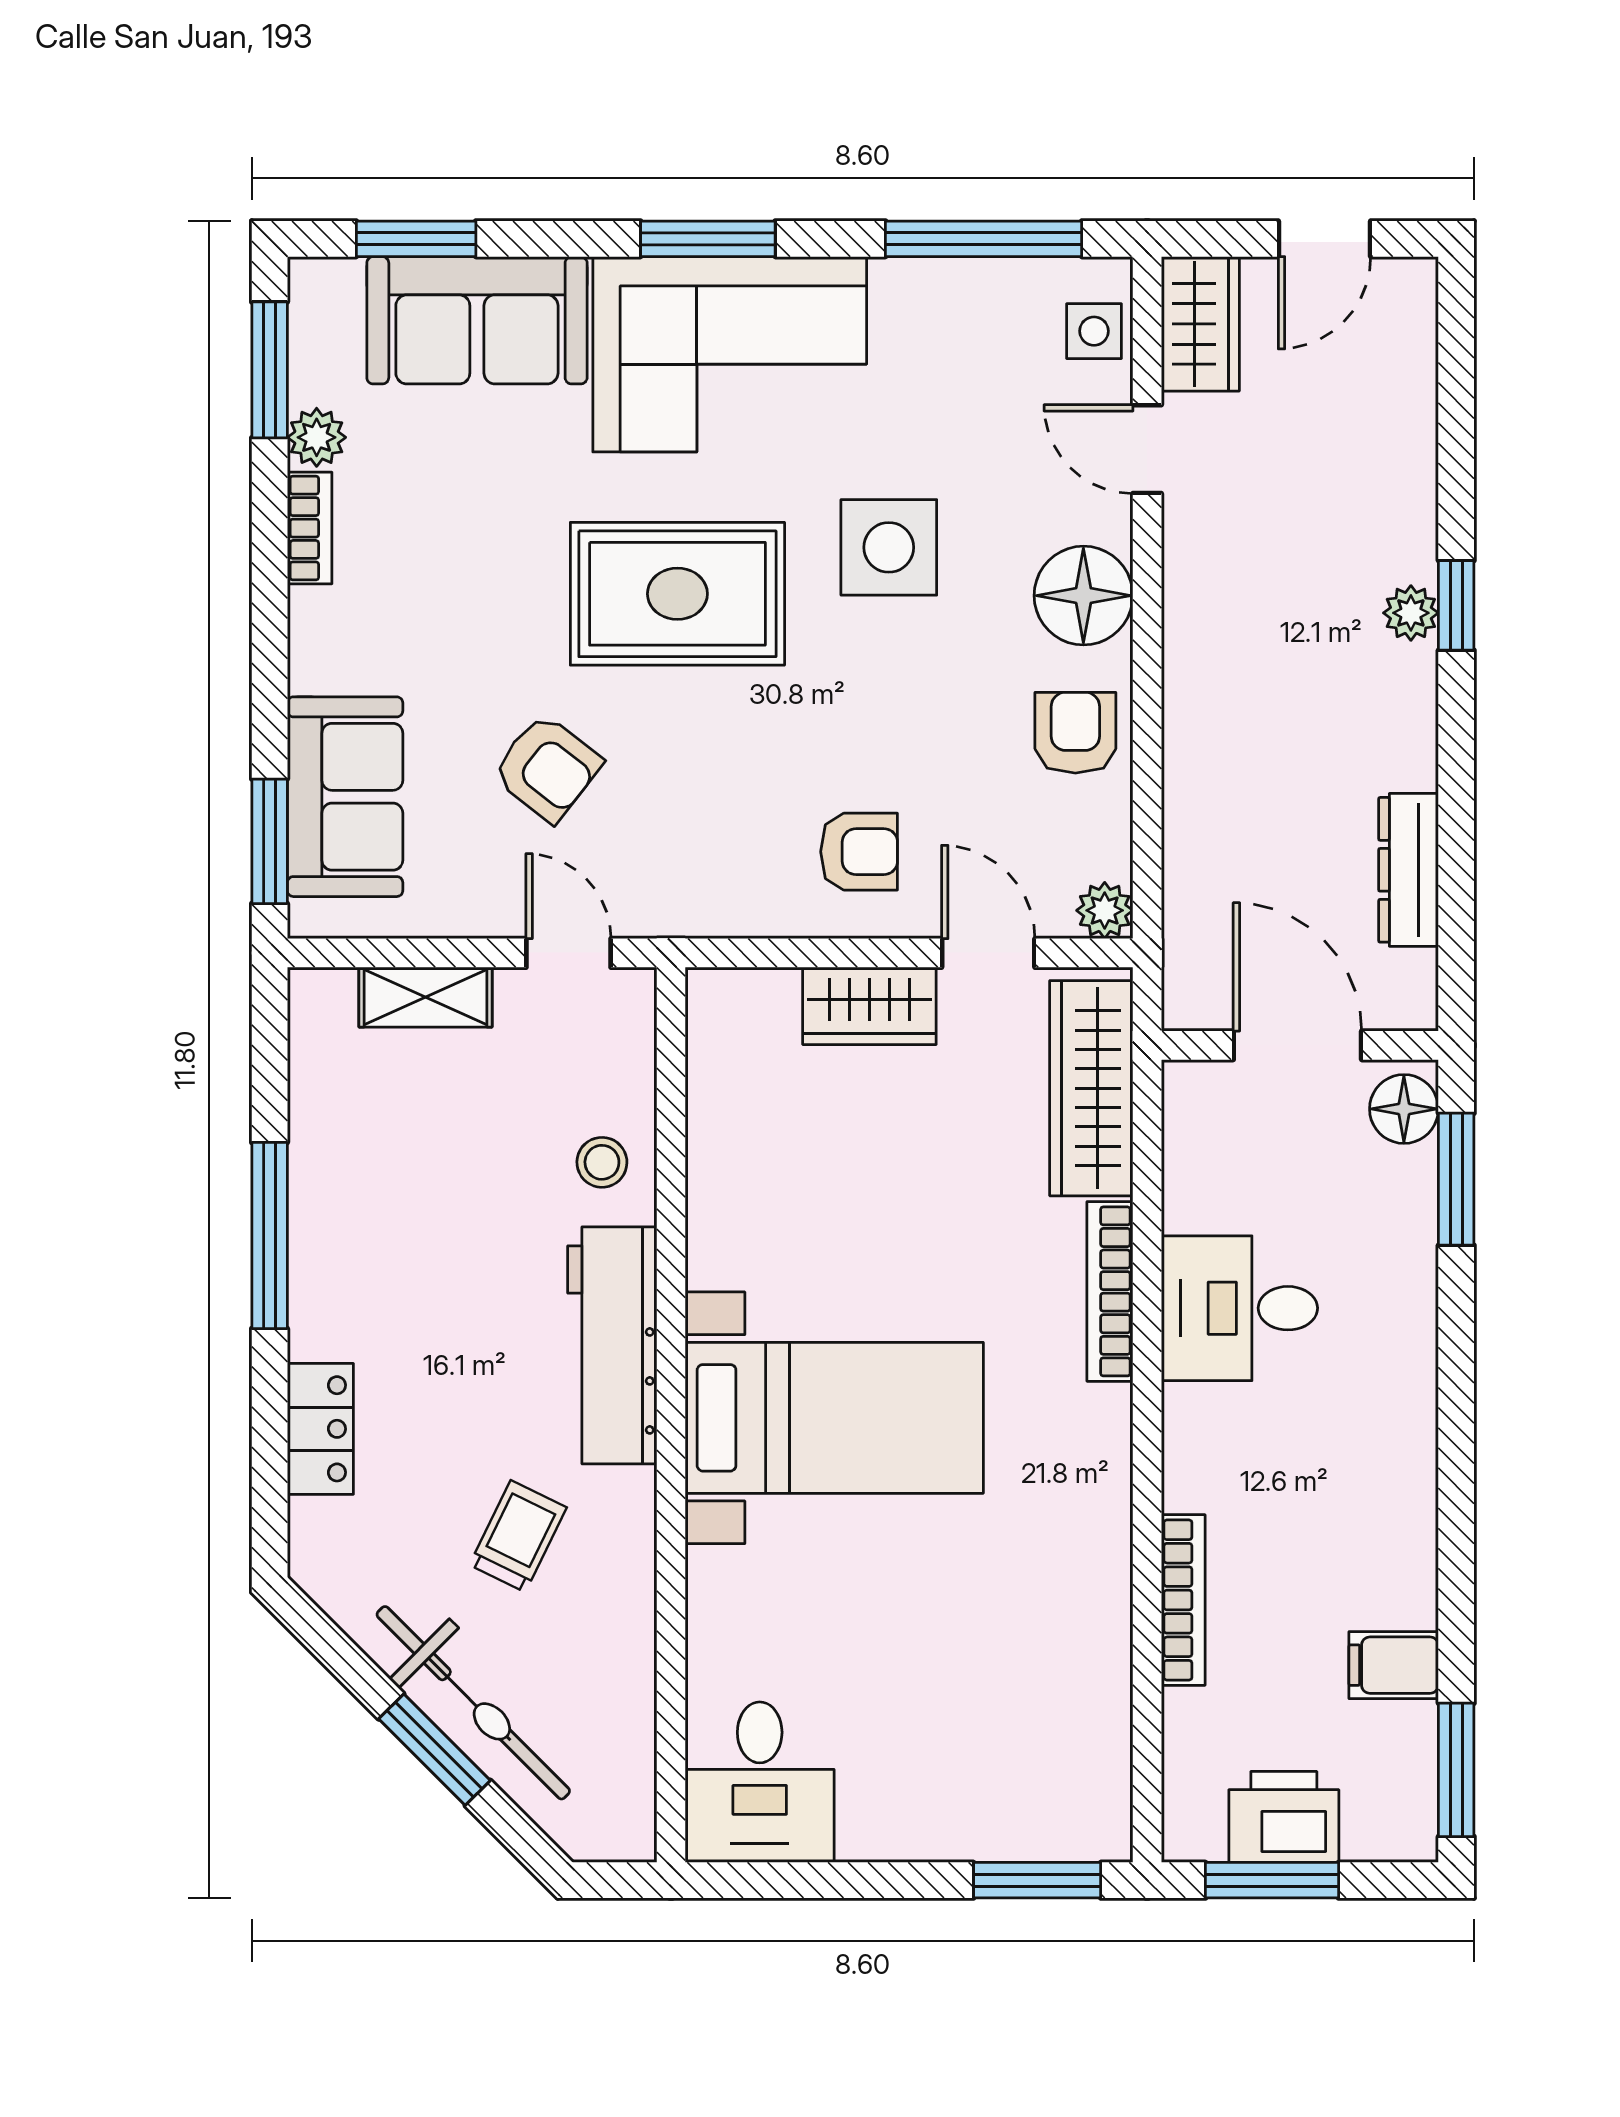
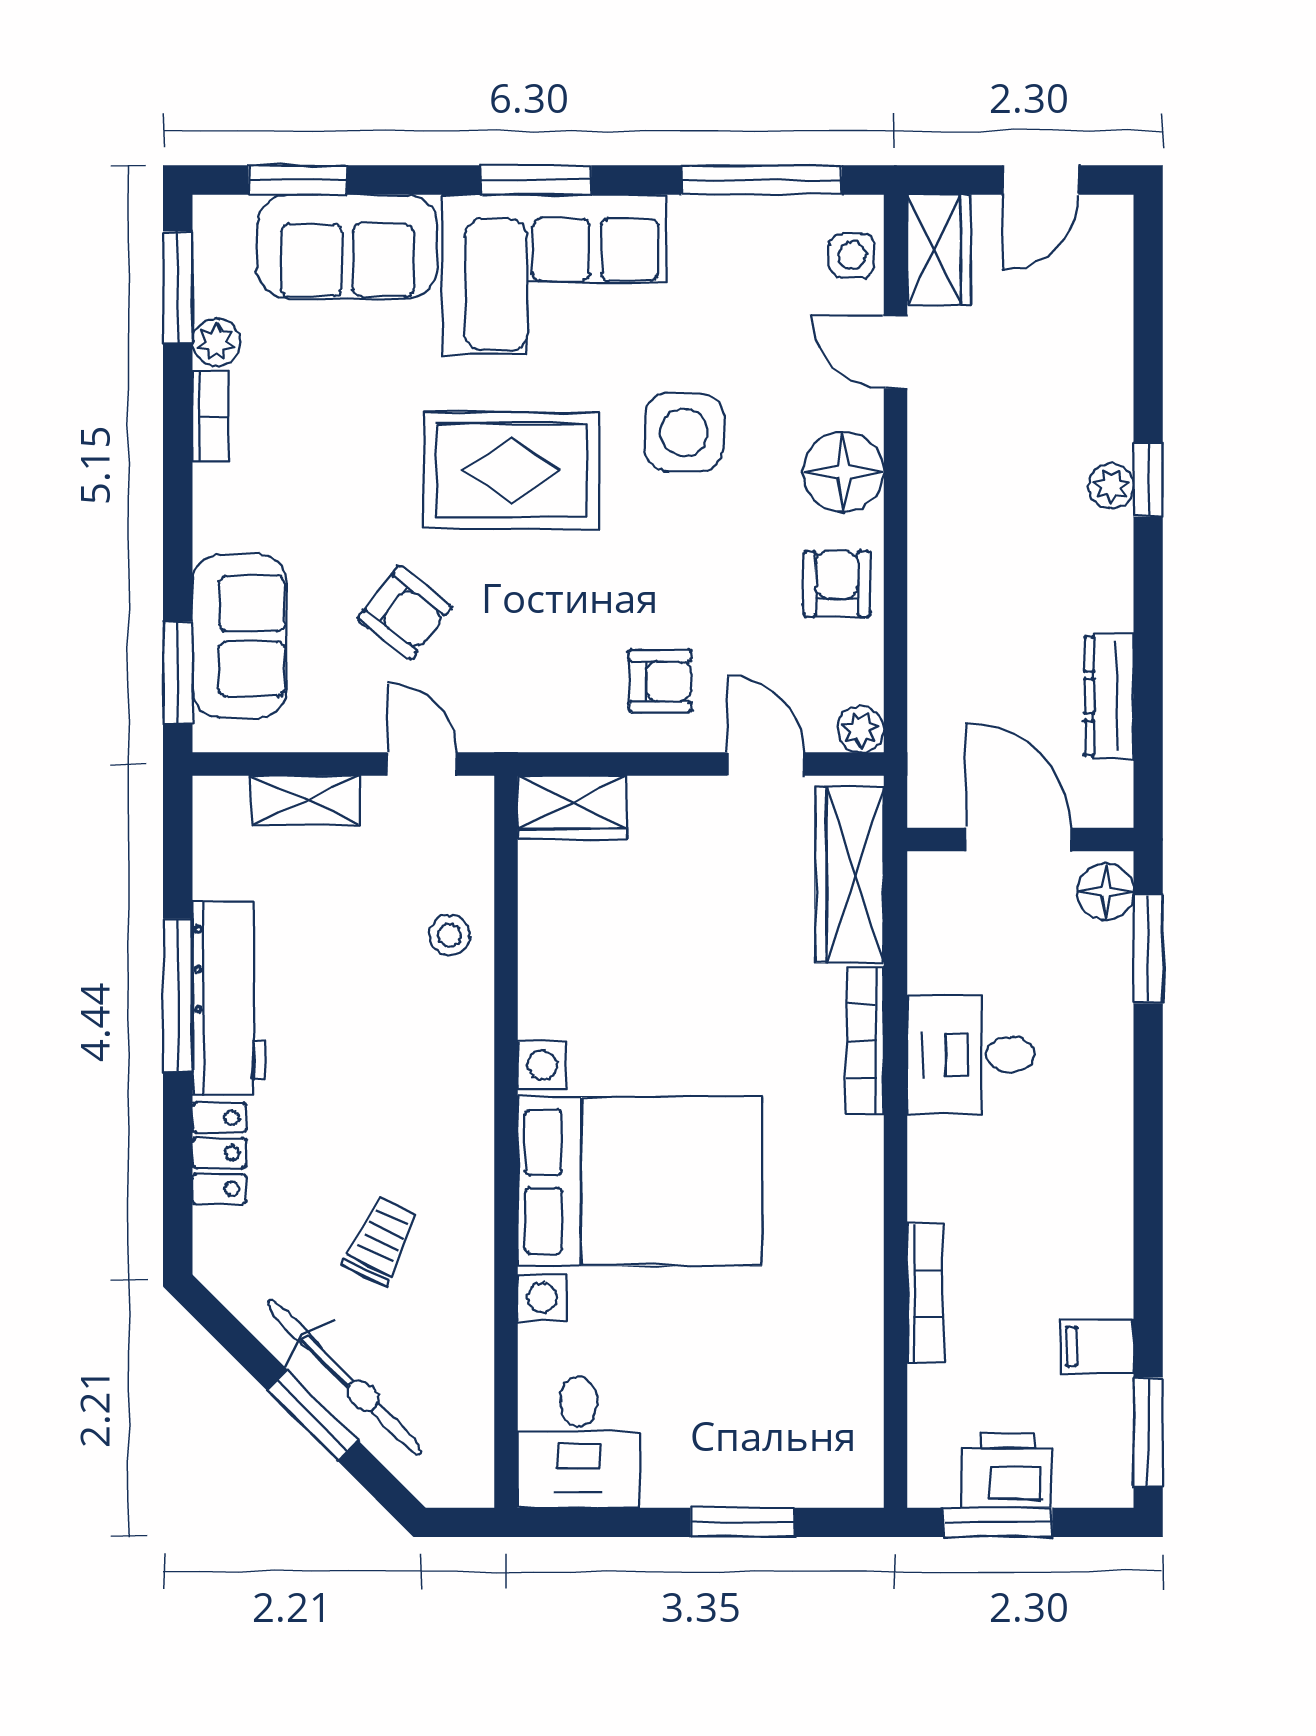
wardrobe: (869, 1006) -> (572, 807), moved
workbench: (612, 1345) -> (229, 998), moved, turned 180
bed with nightstands: (834, 1418) -> (640, 1181), width x1.36
window: (1037, 1880) -> (743, 1522), moved

